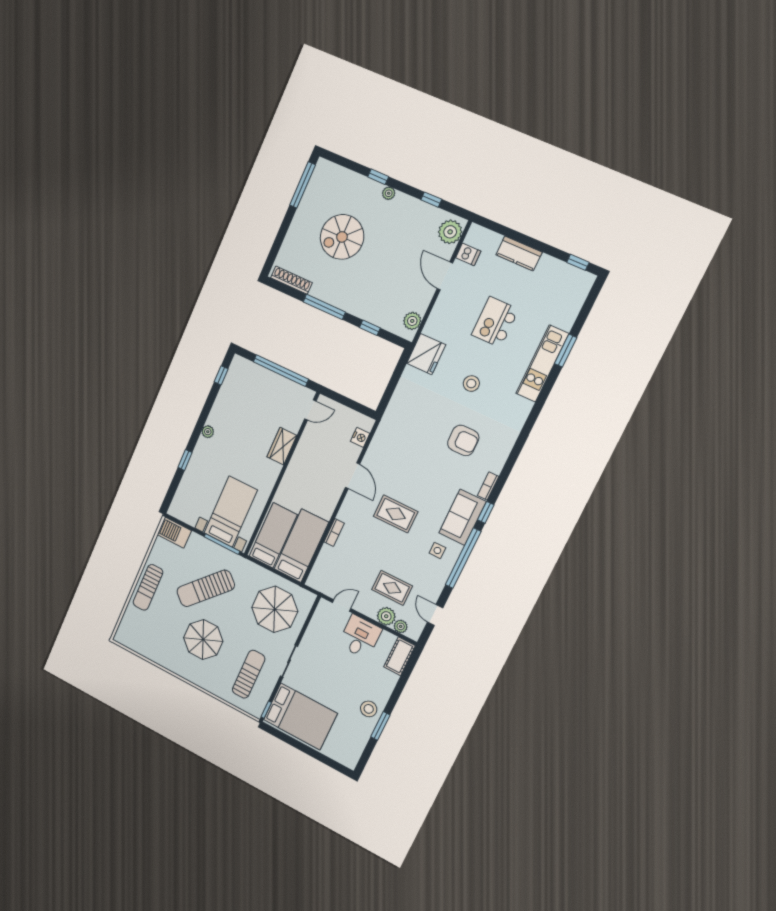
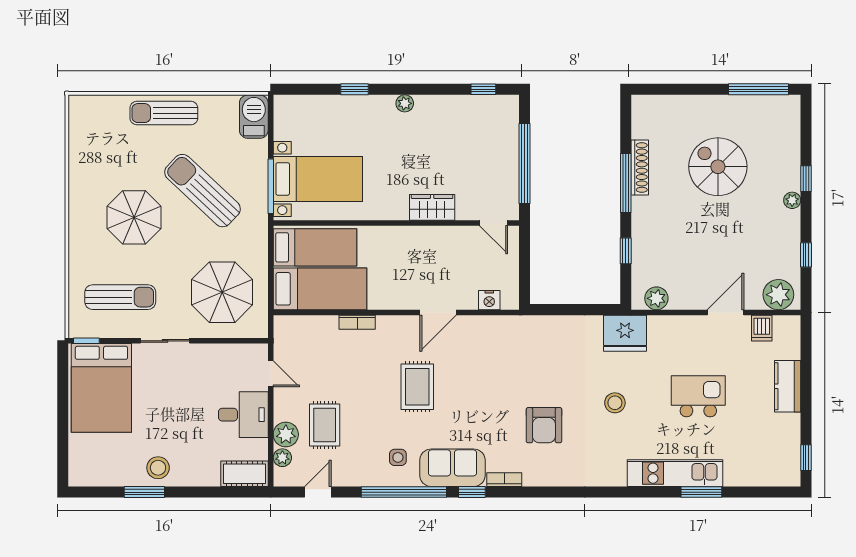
shoe rack: (291, 280) -> (640, 168), moved

